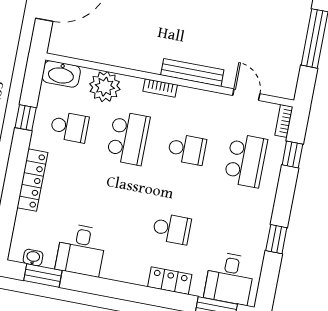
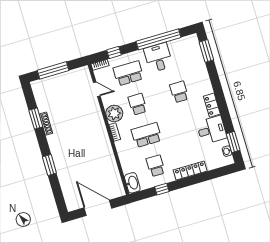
bench: (192, 72) -> (99, 120), removed
plant: (105, 87) -> (114, 113), moved
door: (246, 95) -> (97, 89), swing flipped
window: (276, 239) -> (158, 39), width x3.17
desk: (230, 278) -> (158, 57), moved, turned -90
locker: (170, 281) -> (212, 105), moved

